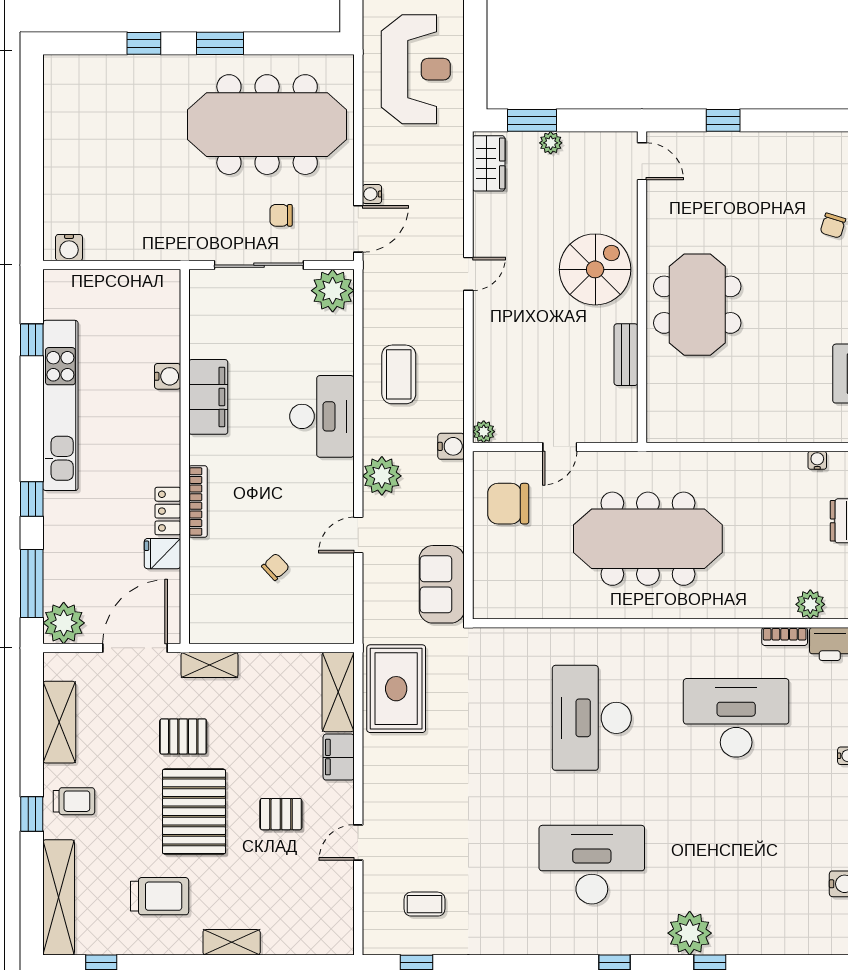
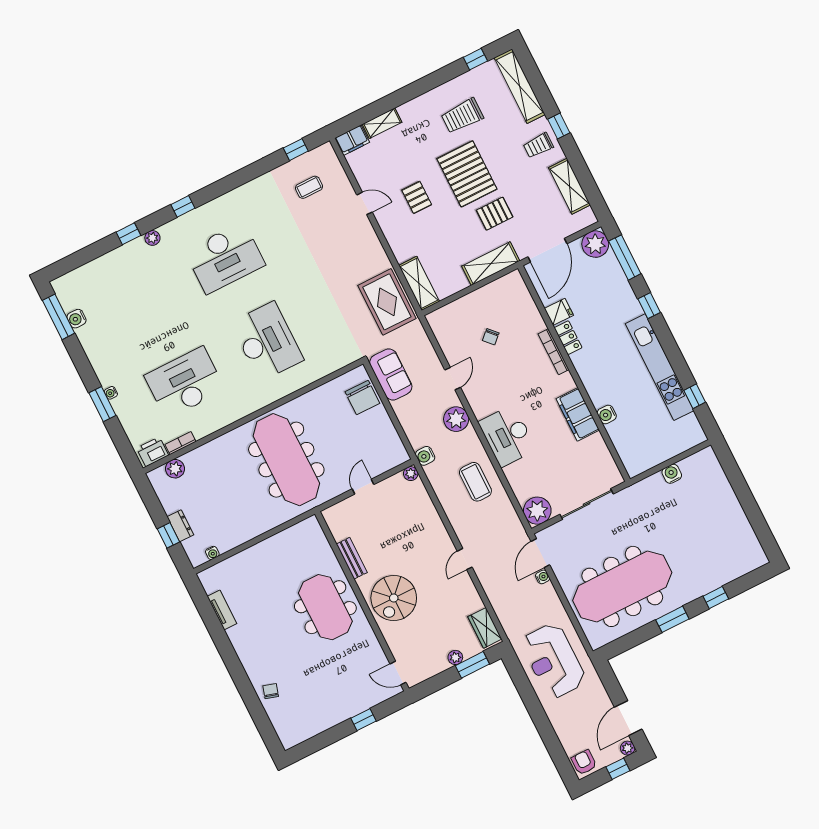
chair: (281, 215) -> (588, 539), removed
water cooler: (69, 248) -> (672, 474), moved
chair: (508, 504) -> (362, 397), moved, turned 90
meeting table: (648, 539) -> (286, 460), turned 90
shelving: (210, 665) -> (491, 264), width x1.50, depth x1.33
desk: (736, 718) -> (185, 383), turned 180
filing cabinet: (339, 757) -> (352, 140), moved, turned 90
pallet: (281, 814) -> (417, 197), turned 90
door: (358, 842) -> (364, 203), hinge flipped
plant: (690, 933) -> (152, 238), width x0.53, depth x0.53
shelving: (232, 942) -> (382, 123), moved

